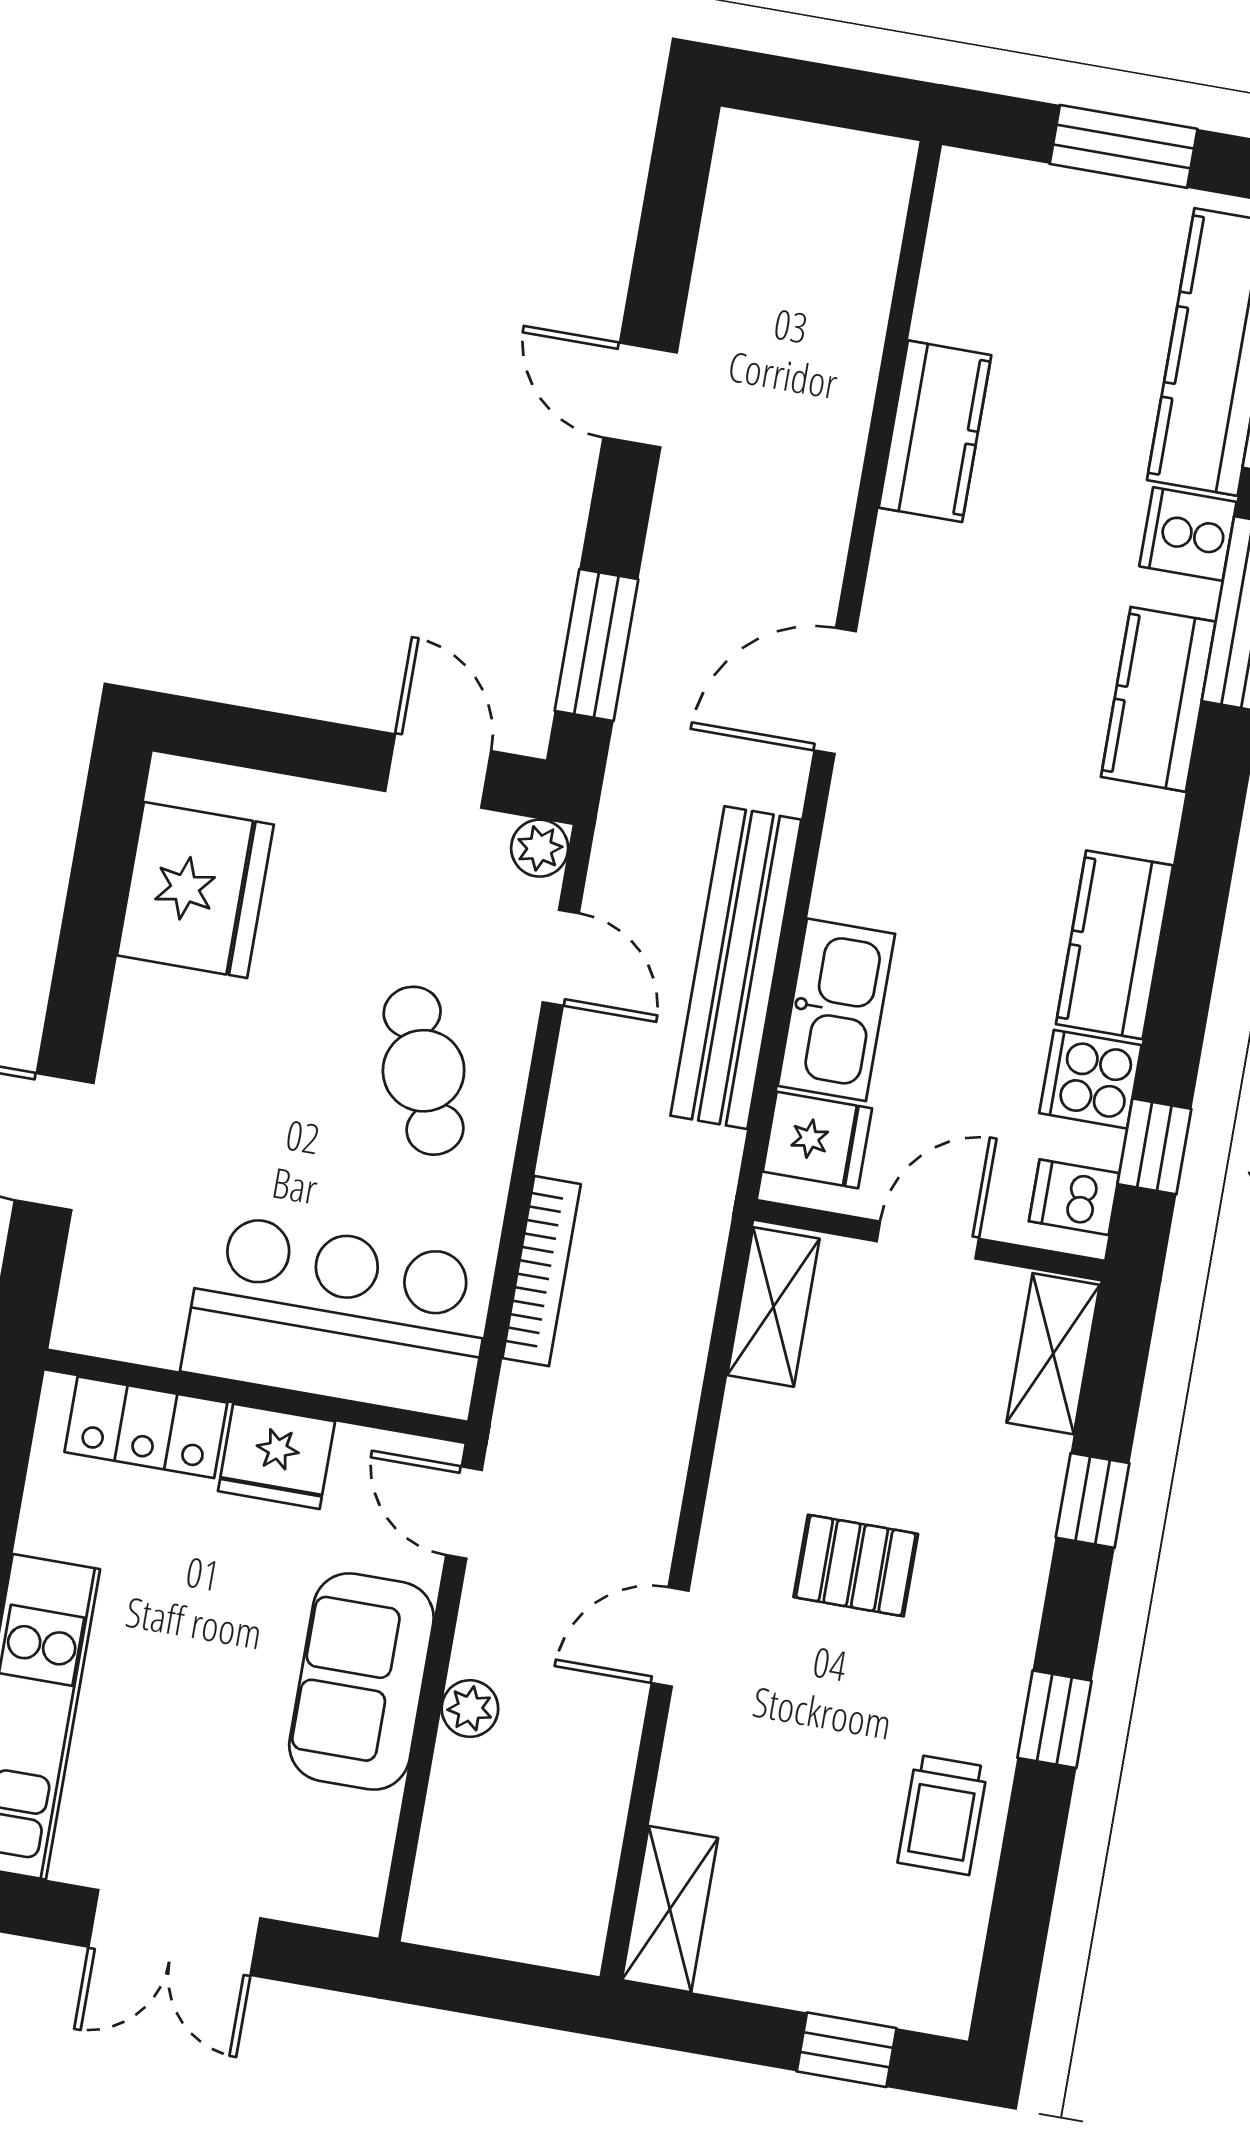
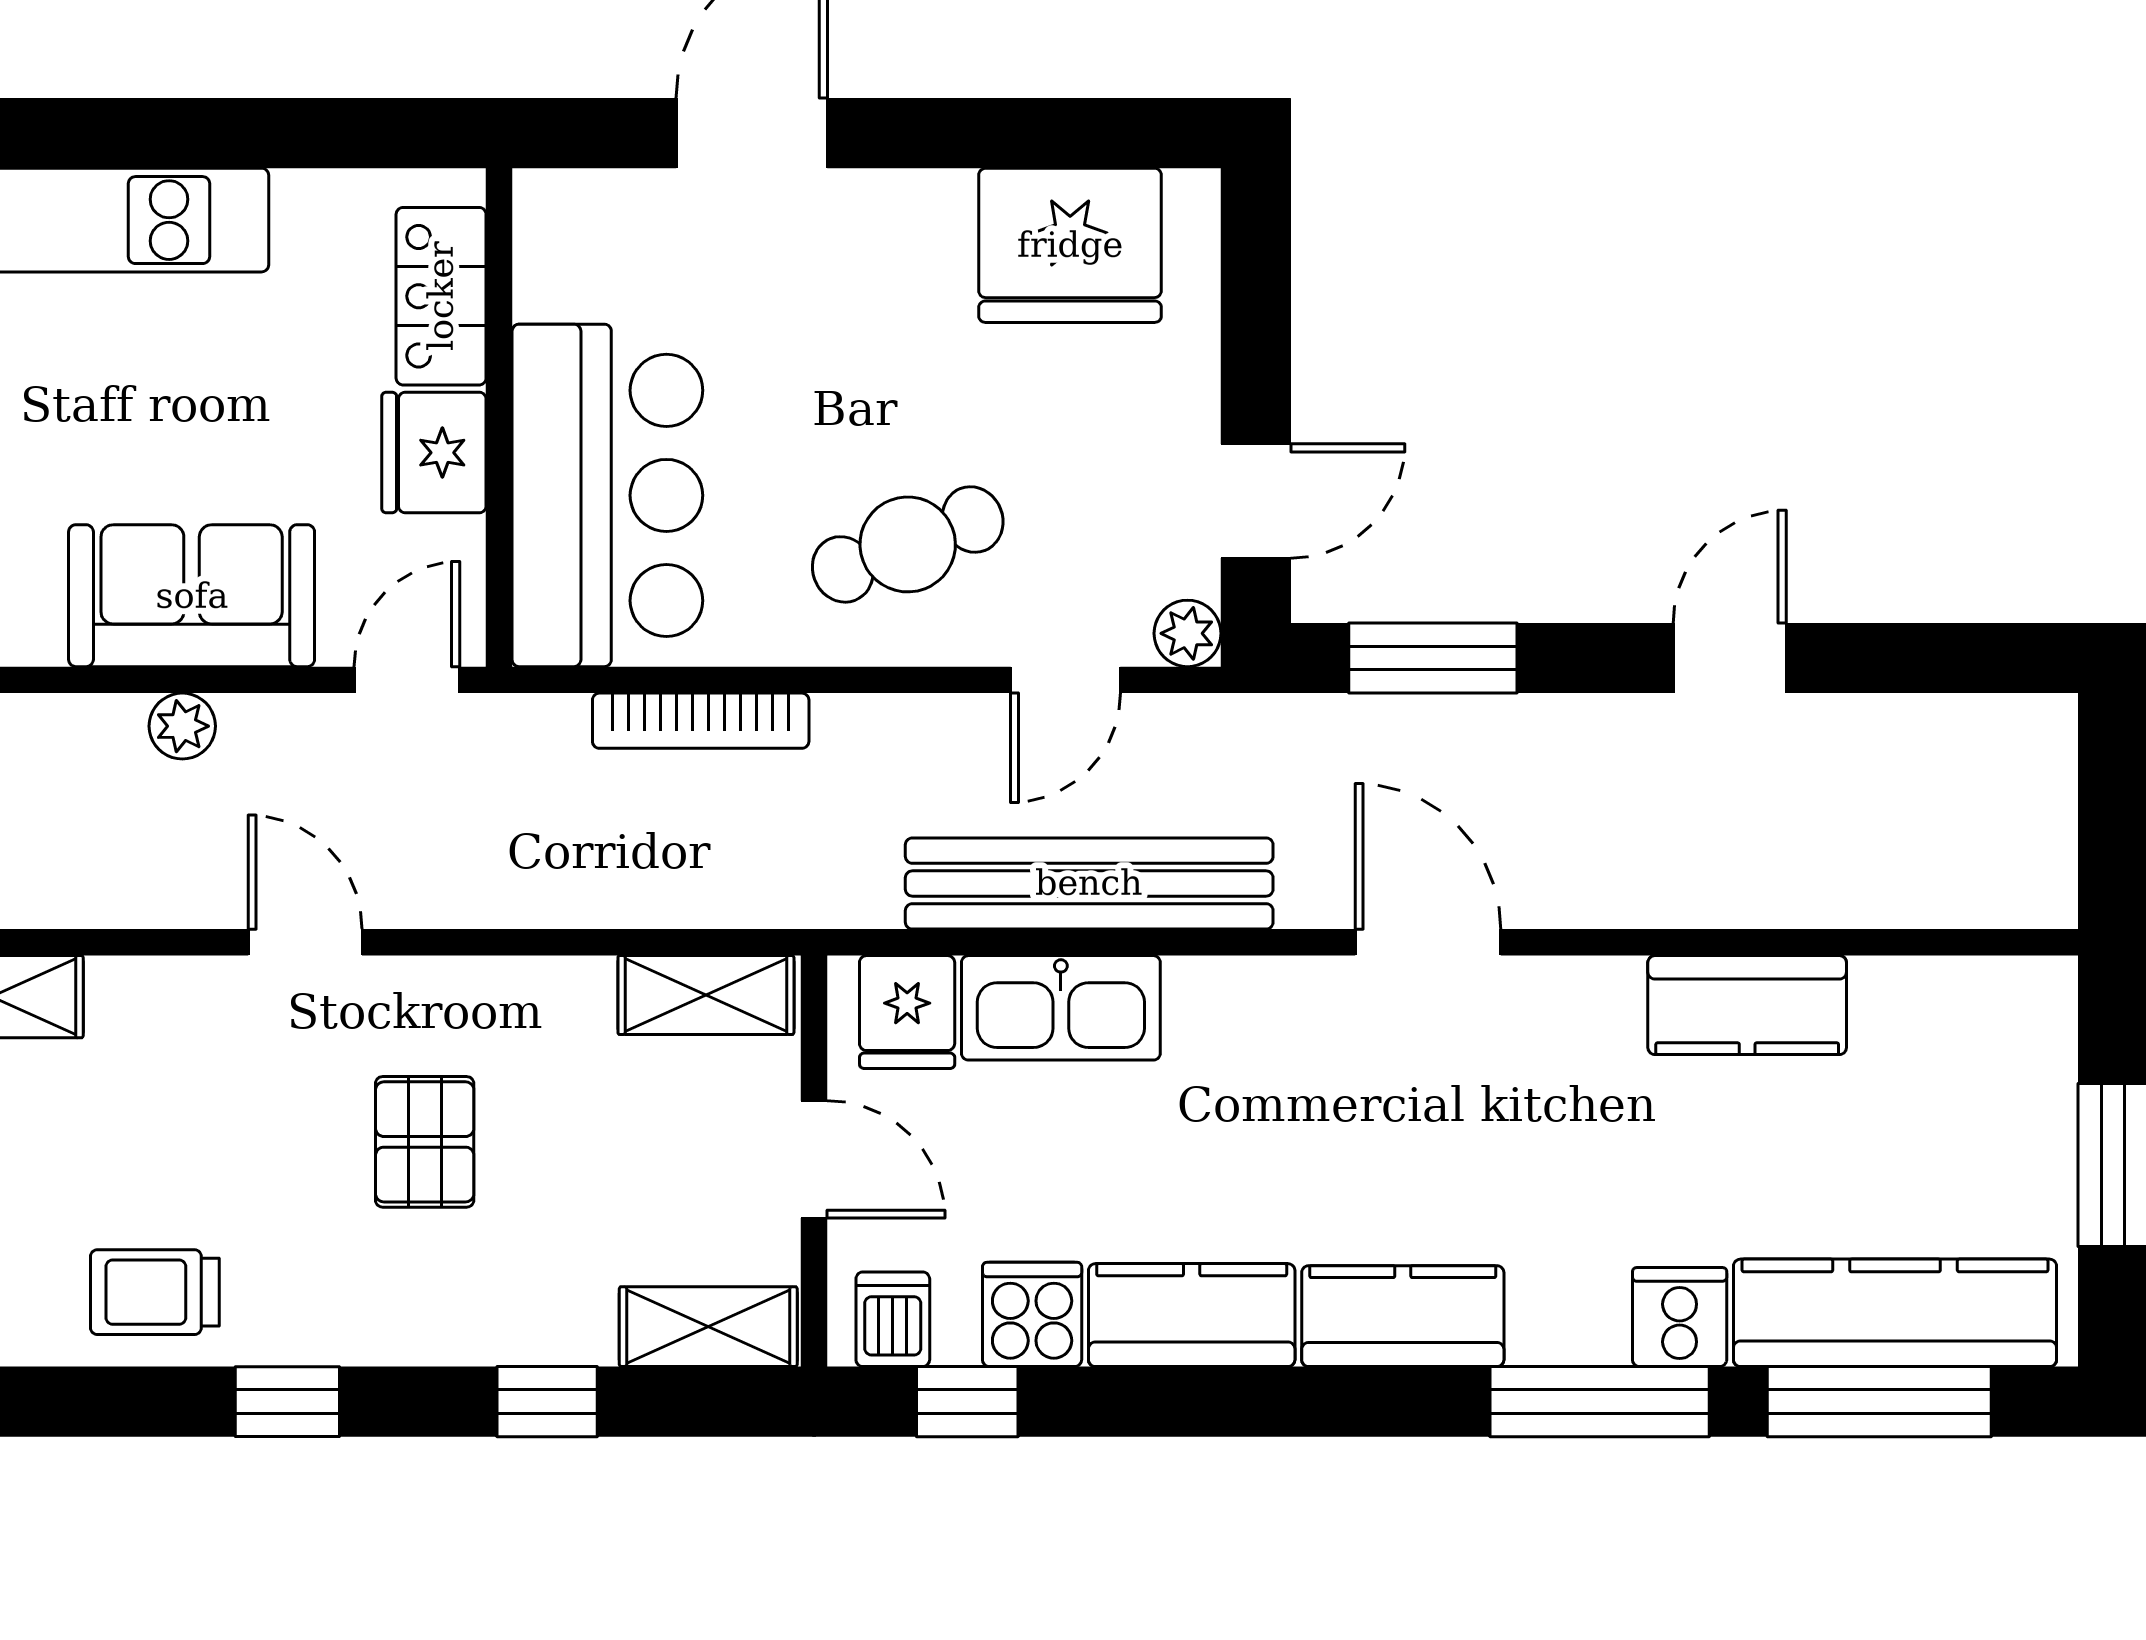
kitchen counter: (1158, 699) -> (1403, 1316), moved

